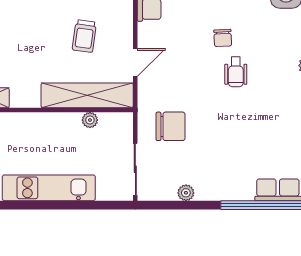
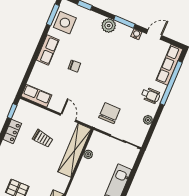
wheelchair: (236, 72) -> (151, 95), moved

